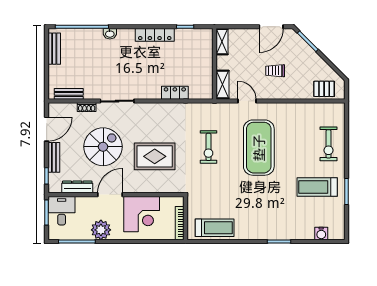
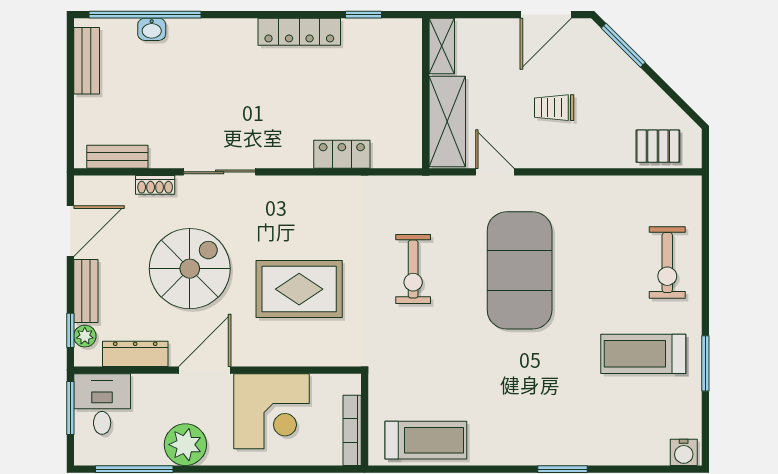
washbasin: (110, 34) -> (152, 29), moved
shelving: (223, 84) -> (447, 121), width x1.50, depth x1.33
plant: (53, 179) -> (85, 336), added
water cooler: (321, 233) -> (684, 452), moved

